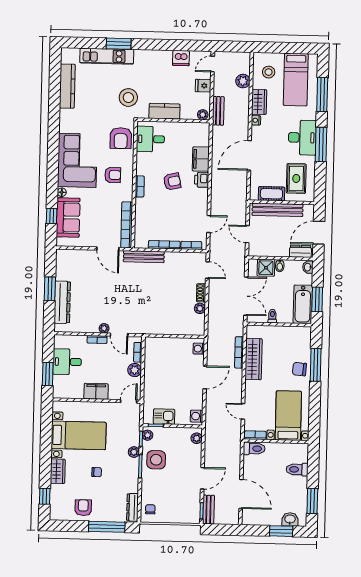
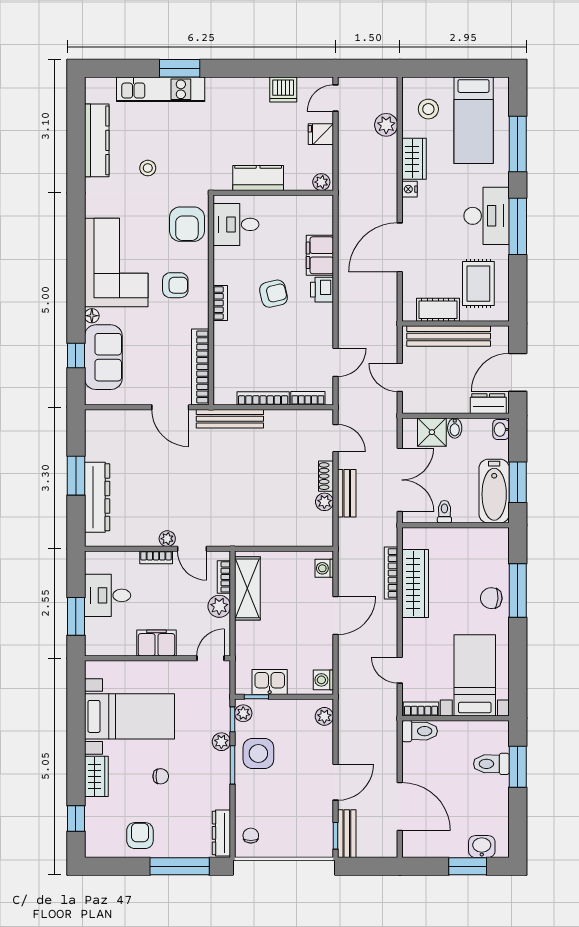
stool: (128, 98) -> (148, 168), moved, width x0.53, depth x0.53
bench: (218, 111) -> (347, 493), moved
shelving: (152, 360) -> (247, 588), added
window: (312, 501) -> (518, 767), moved

